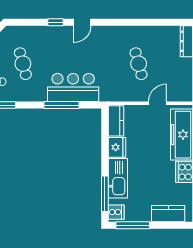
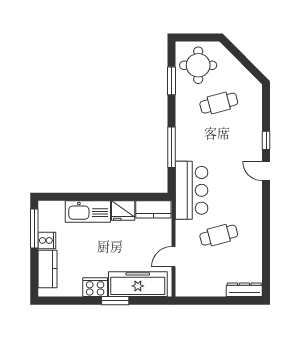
bar counter: (73, 87) -> (192, 190), moved
door: (157, 103) -> (173, 257), swing flipped
window: (105, 194) -> (70, 197), removed
cooker: (116, 212) -> (47, 240), moved, turned -90

